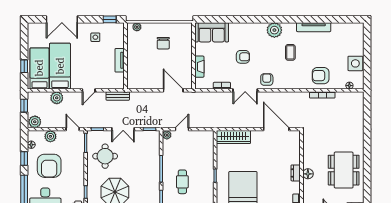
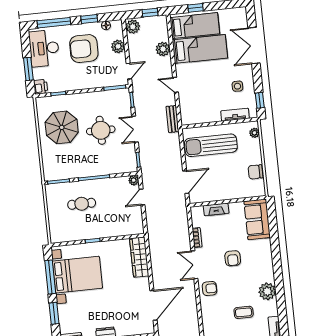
chair: (163, 43) -> (256, 172), moved
tv unit: (120, 60) -> (235, 115), moved
sun lounger: (144, 65) -> (211, 145), added
door: (182, 129) -> (142, 197), swing flipped
round table: (105, 156) -> (101, 130), moved

